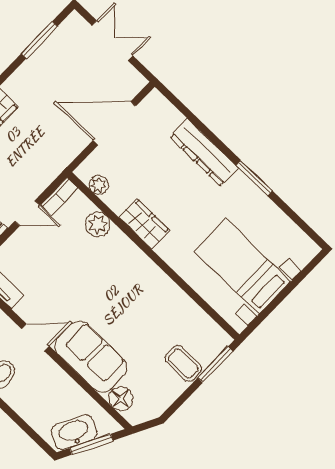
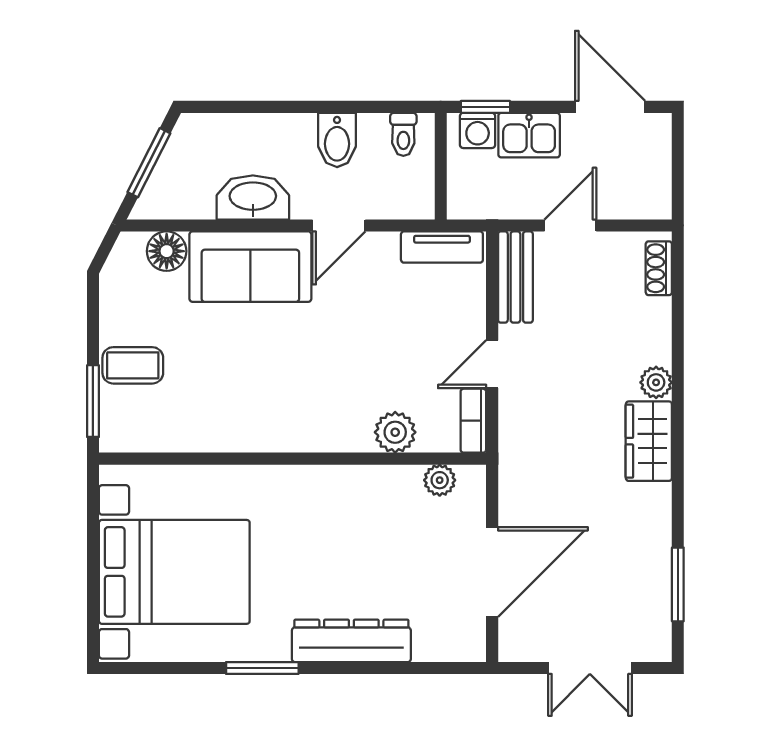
wardrobe: (144, 224) -> (340, 486), removed
bed with nightstands: (242, 266) -> (174, 572), width x1.36
washbasin: (74, 432) -> (253, 197), moved, turned -117

